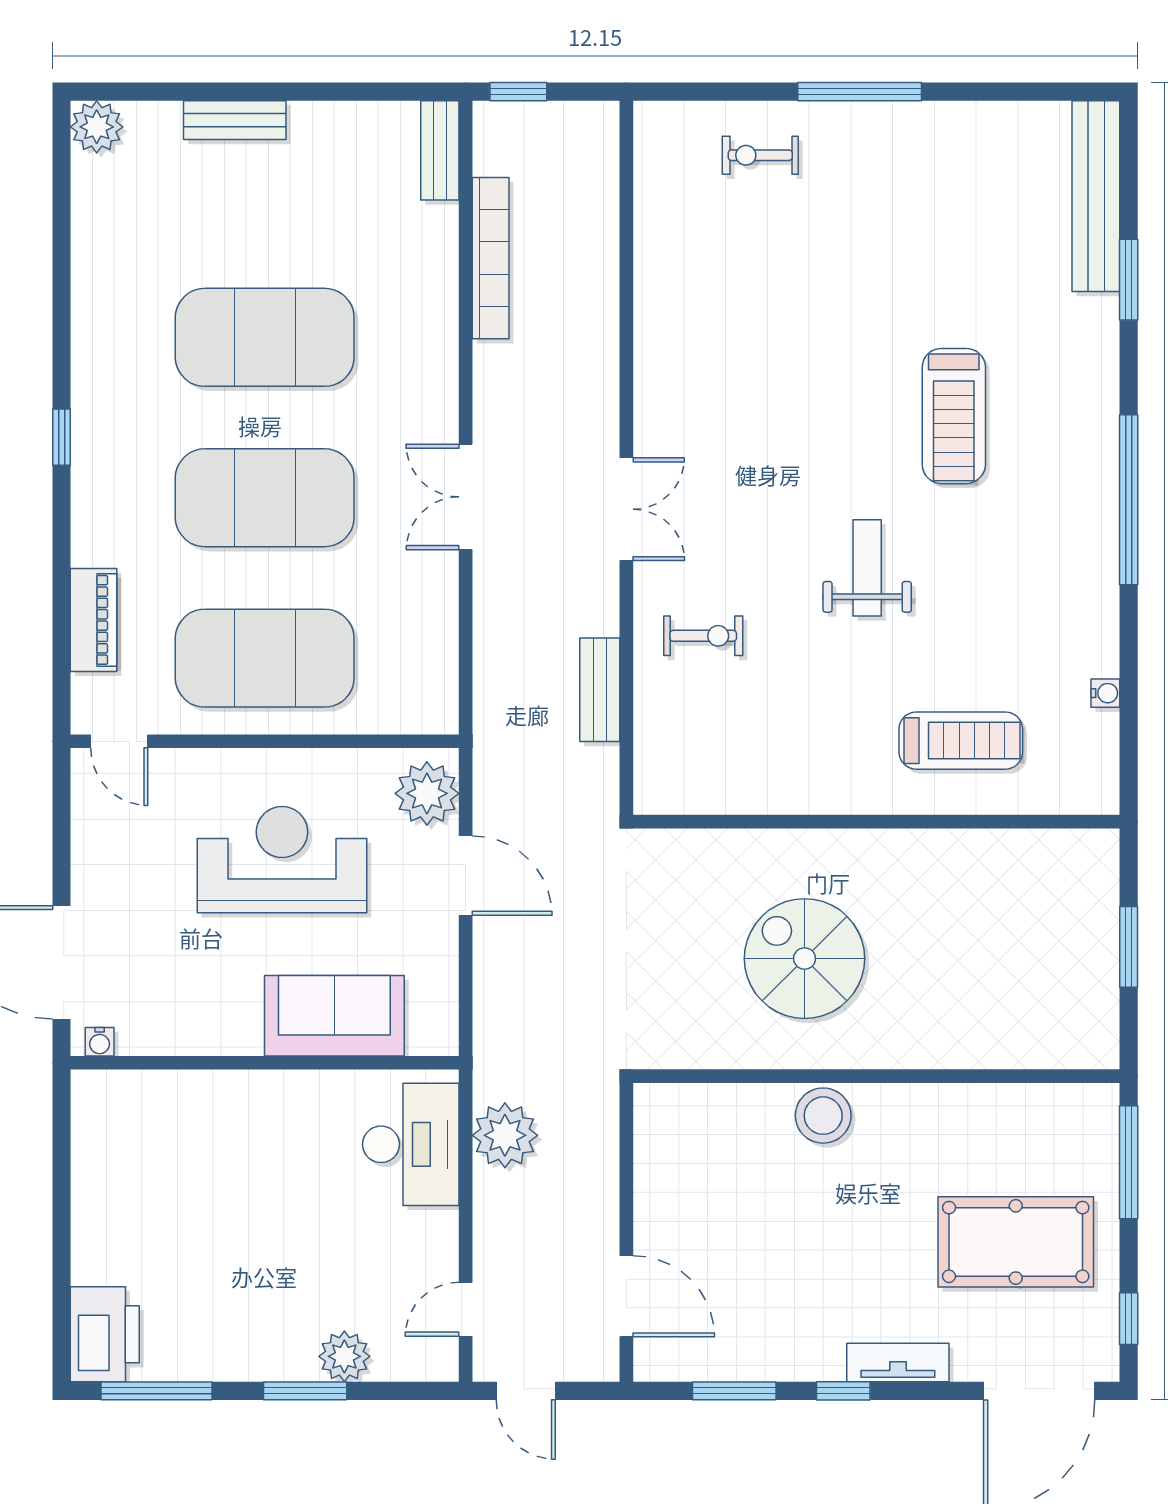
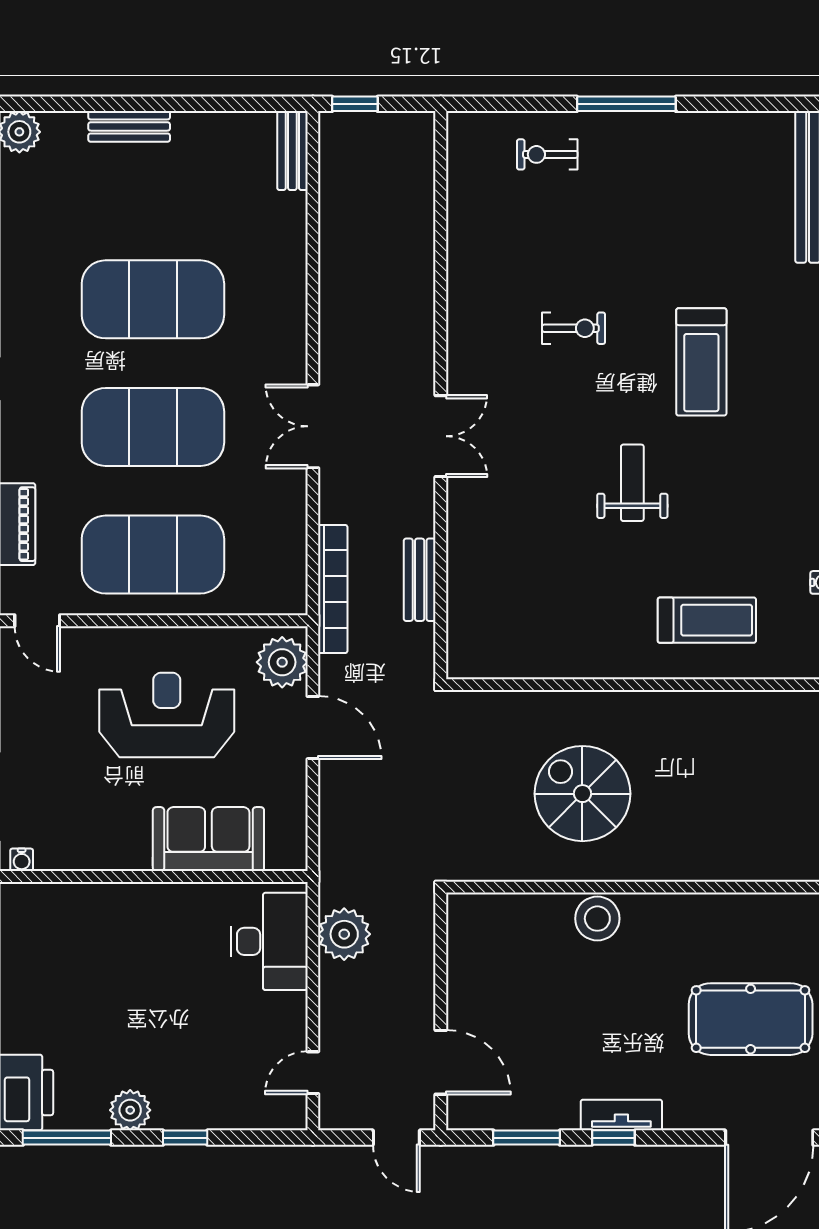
bookcase: (491, 258) -> (333, 589), moved
exercise bike: (703, 636) -> (574, 328), moved
plant: (344, 1356) -> (130, 1110), moved
tv unit: (898, 1363) -> (621, 1115), moved
window: (305, 1391) -> (185, 1138), width x0.67
door: (526, 1391) -> (396, 1138), moved

